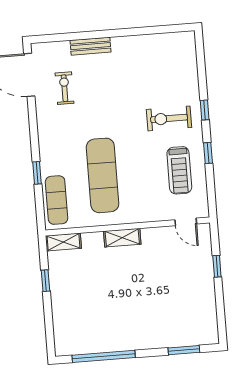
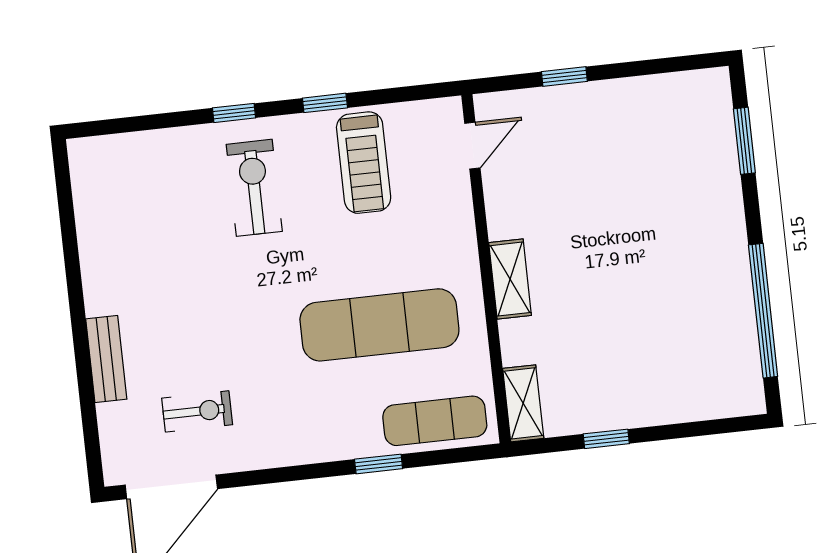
exercise bike: (65, 88) -> (197, 411), turned 180
exercise bike: (169, 118) -> (254, 188), turned 180
treadmill: (179, 170) -> (364, 163), turned 90

